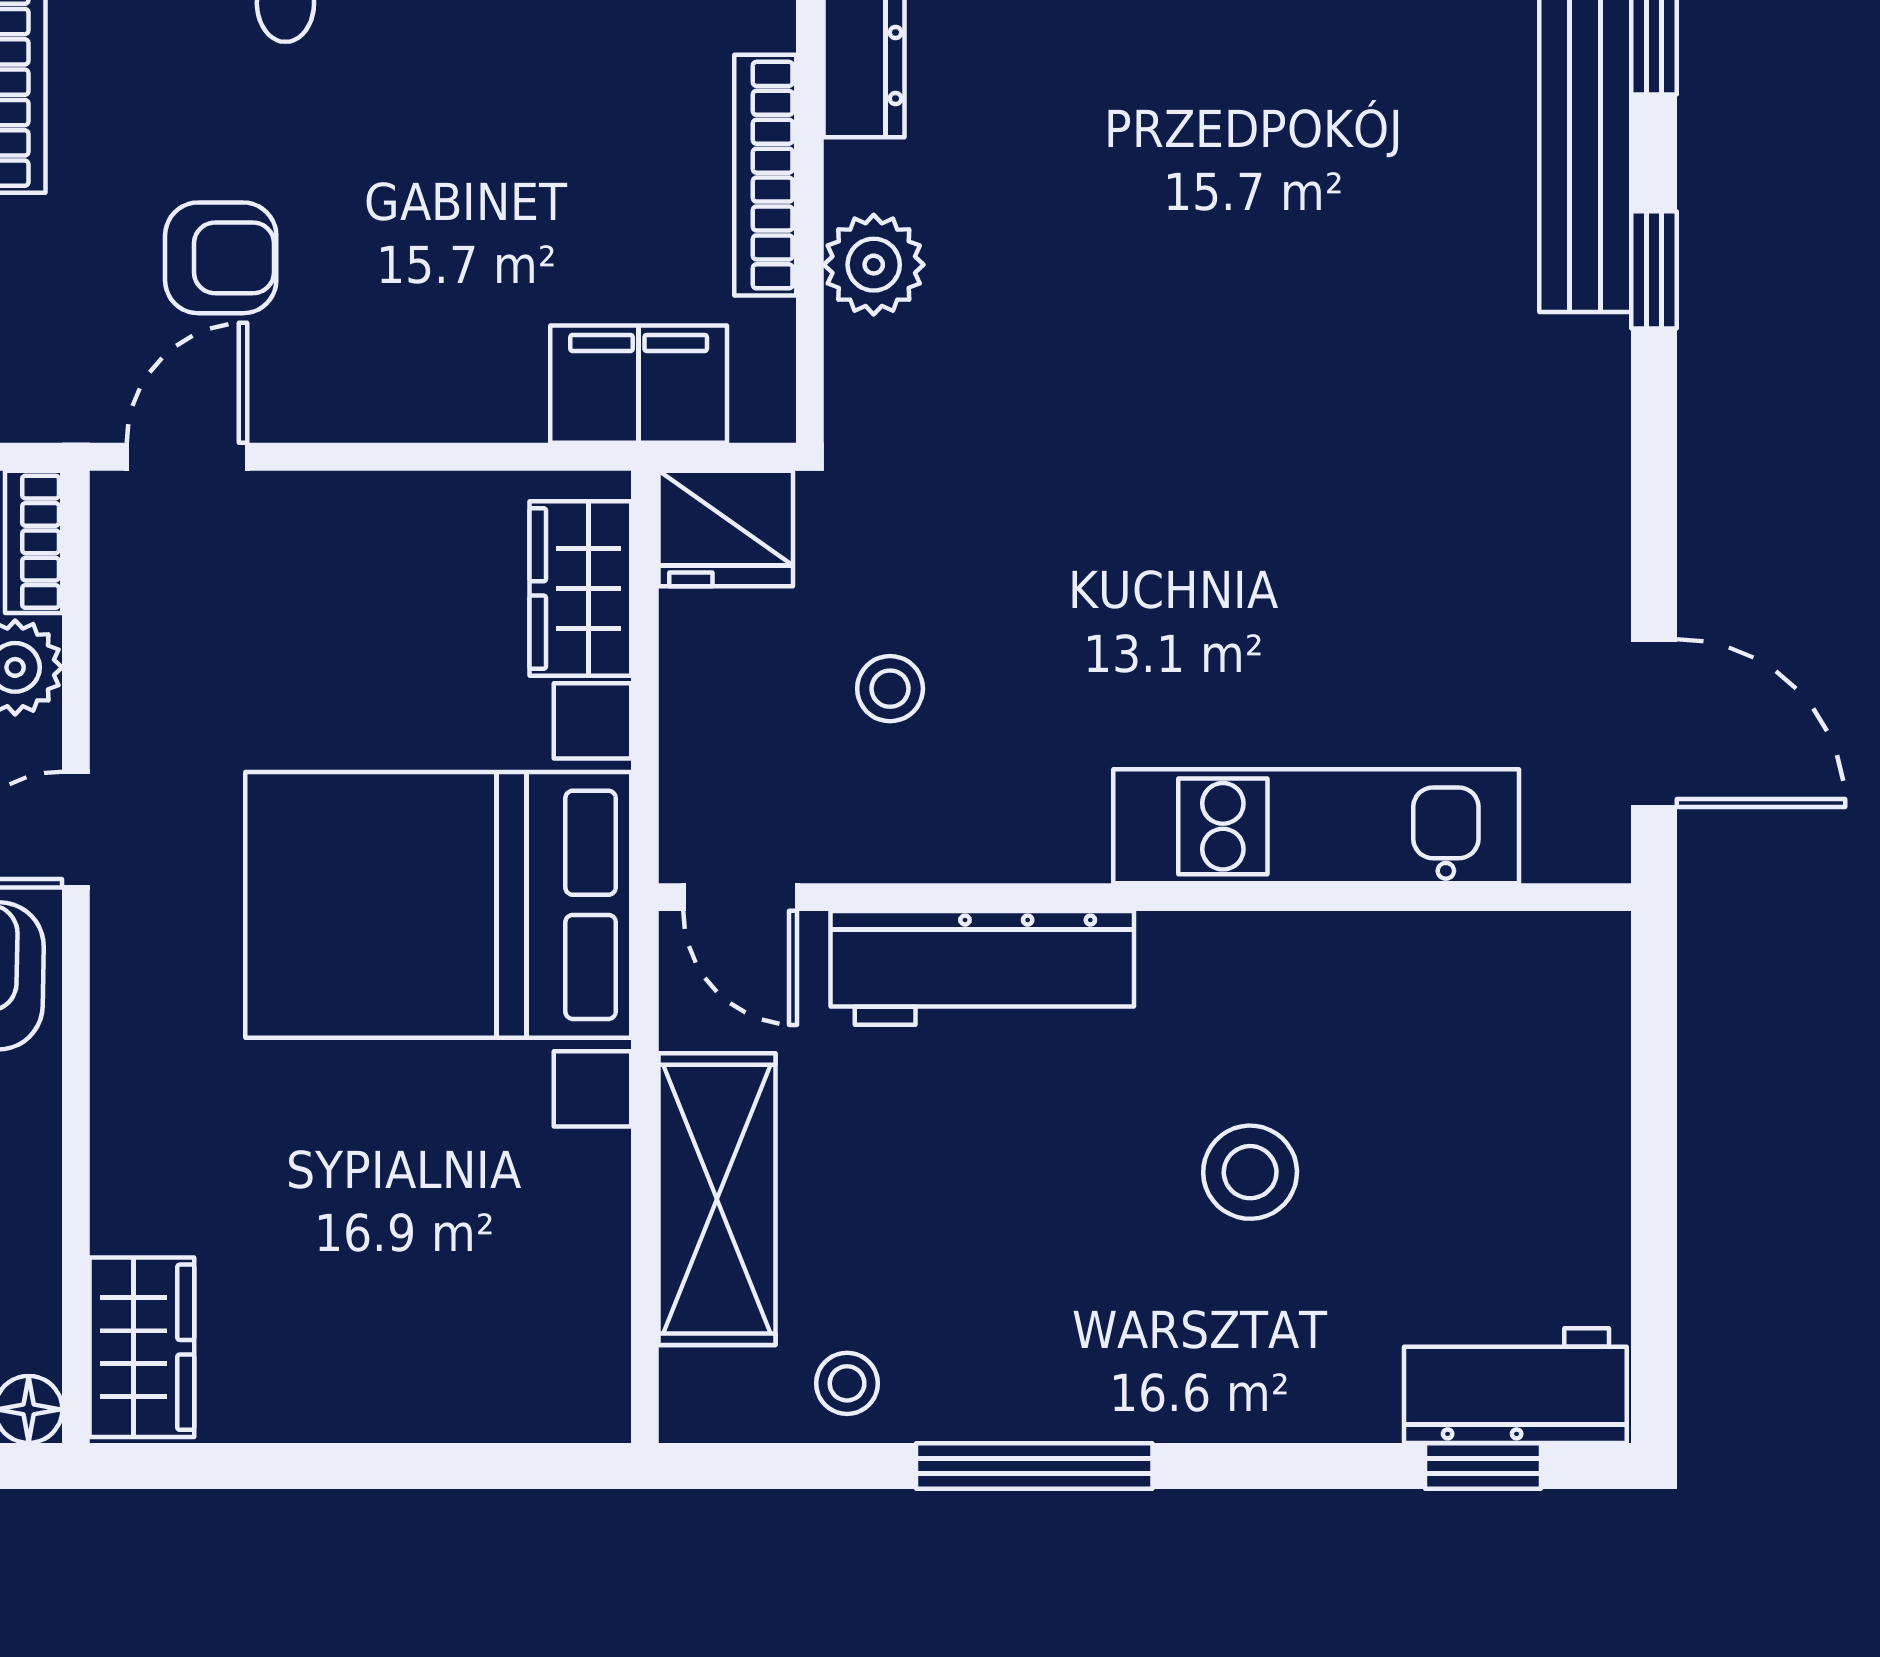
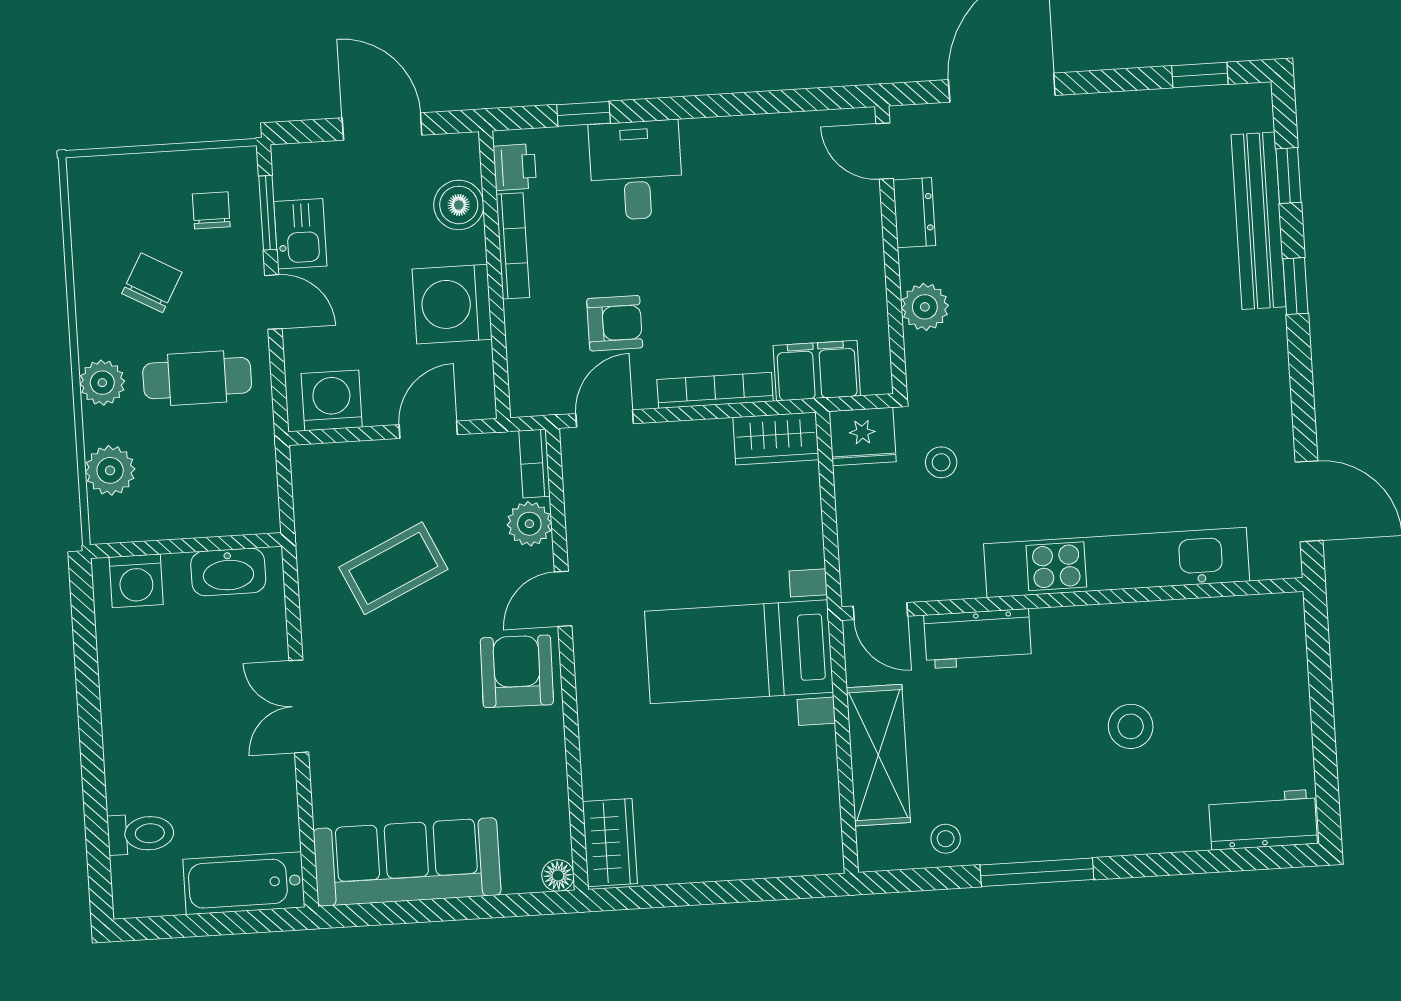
bookcase: (765, 175) -> (715, 390), moved, turned 90
wardrobe: (580, 588) -> (776, 439), moved, turned -90
stool: (890, 689) -> (941, 462), moved
kitchen unit: (1316, 826) -> (1117, 562), width x1.36
bed with nightstands: (438, 905) -> (739, 652), width x0.73
workbench: (982, 968) -> (978, 639), width x0.73
window: (1483, 1466) -> (1250, 859), removed

